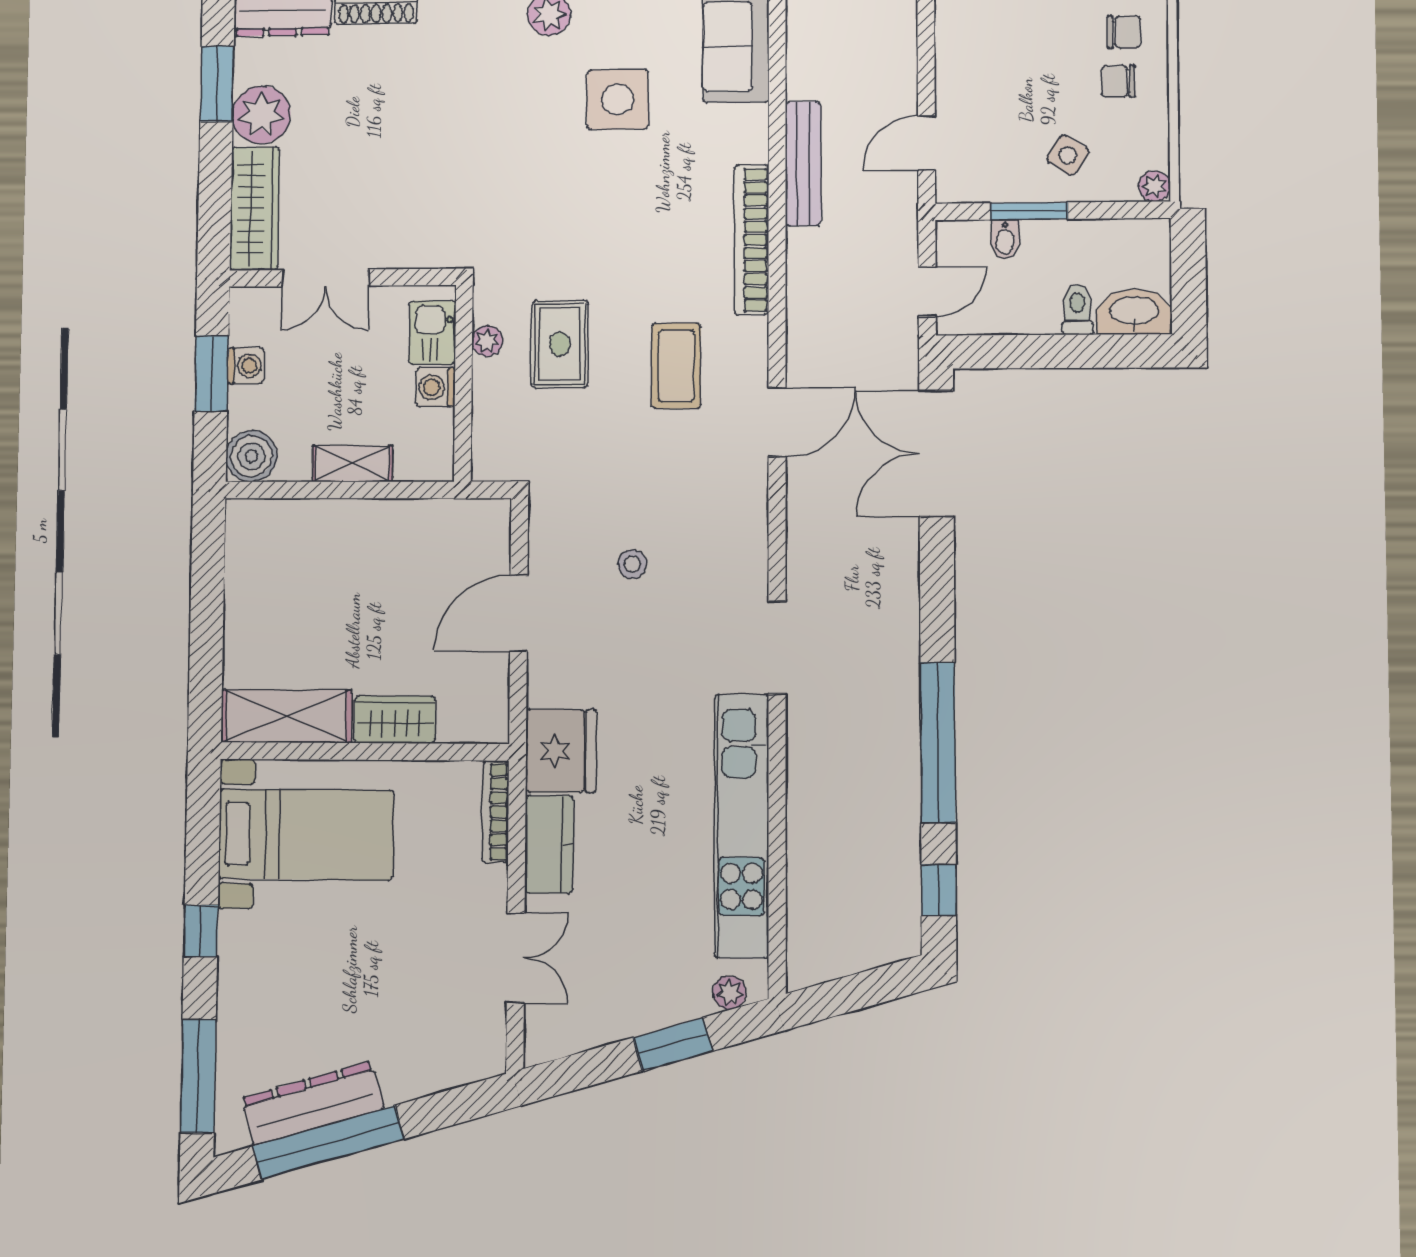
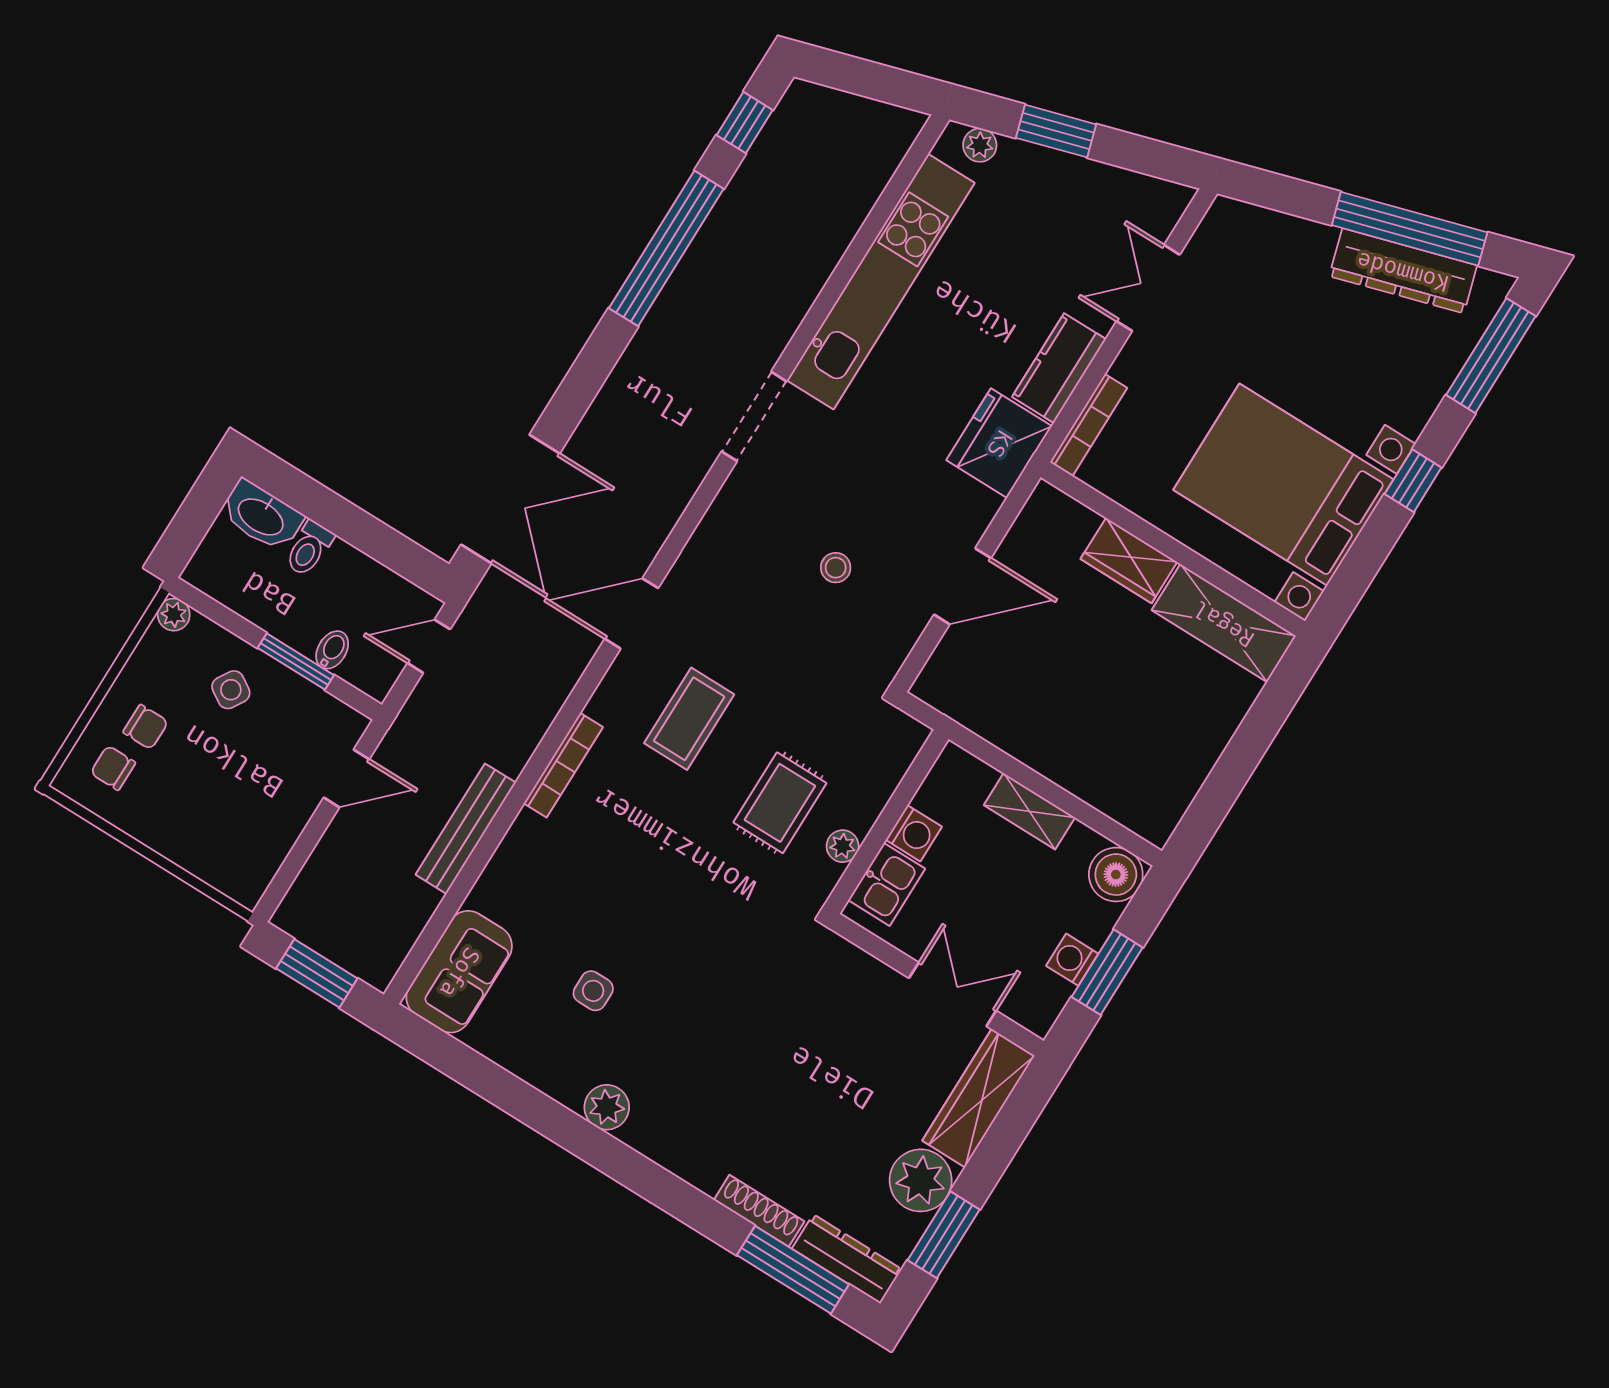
side table: (618, 99) -> (593, 991), width x0.54, depth x0.54
bookcase: (752, 240) -> (563, 765), width x0.68, depth x0.76
bed with nightstands: (306, 834) -> (1283, 485), width x1.36

